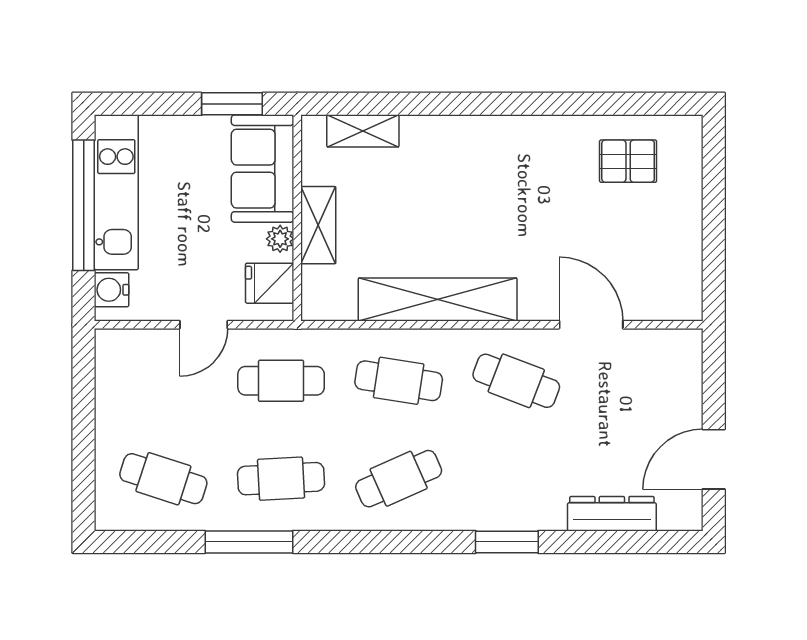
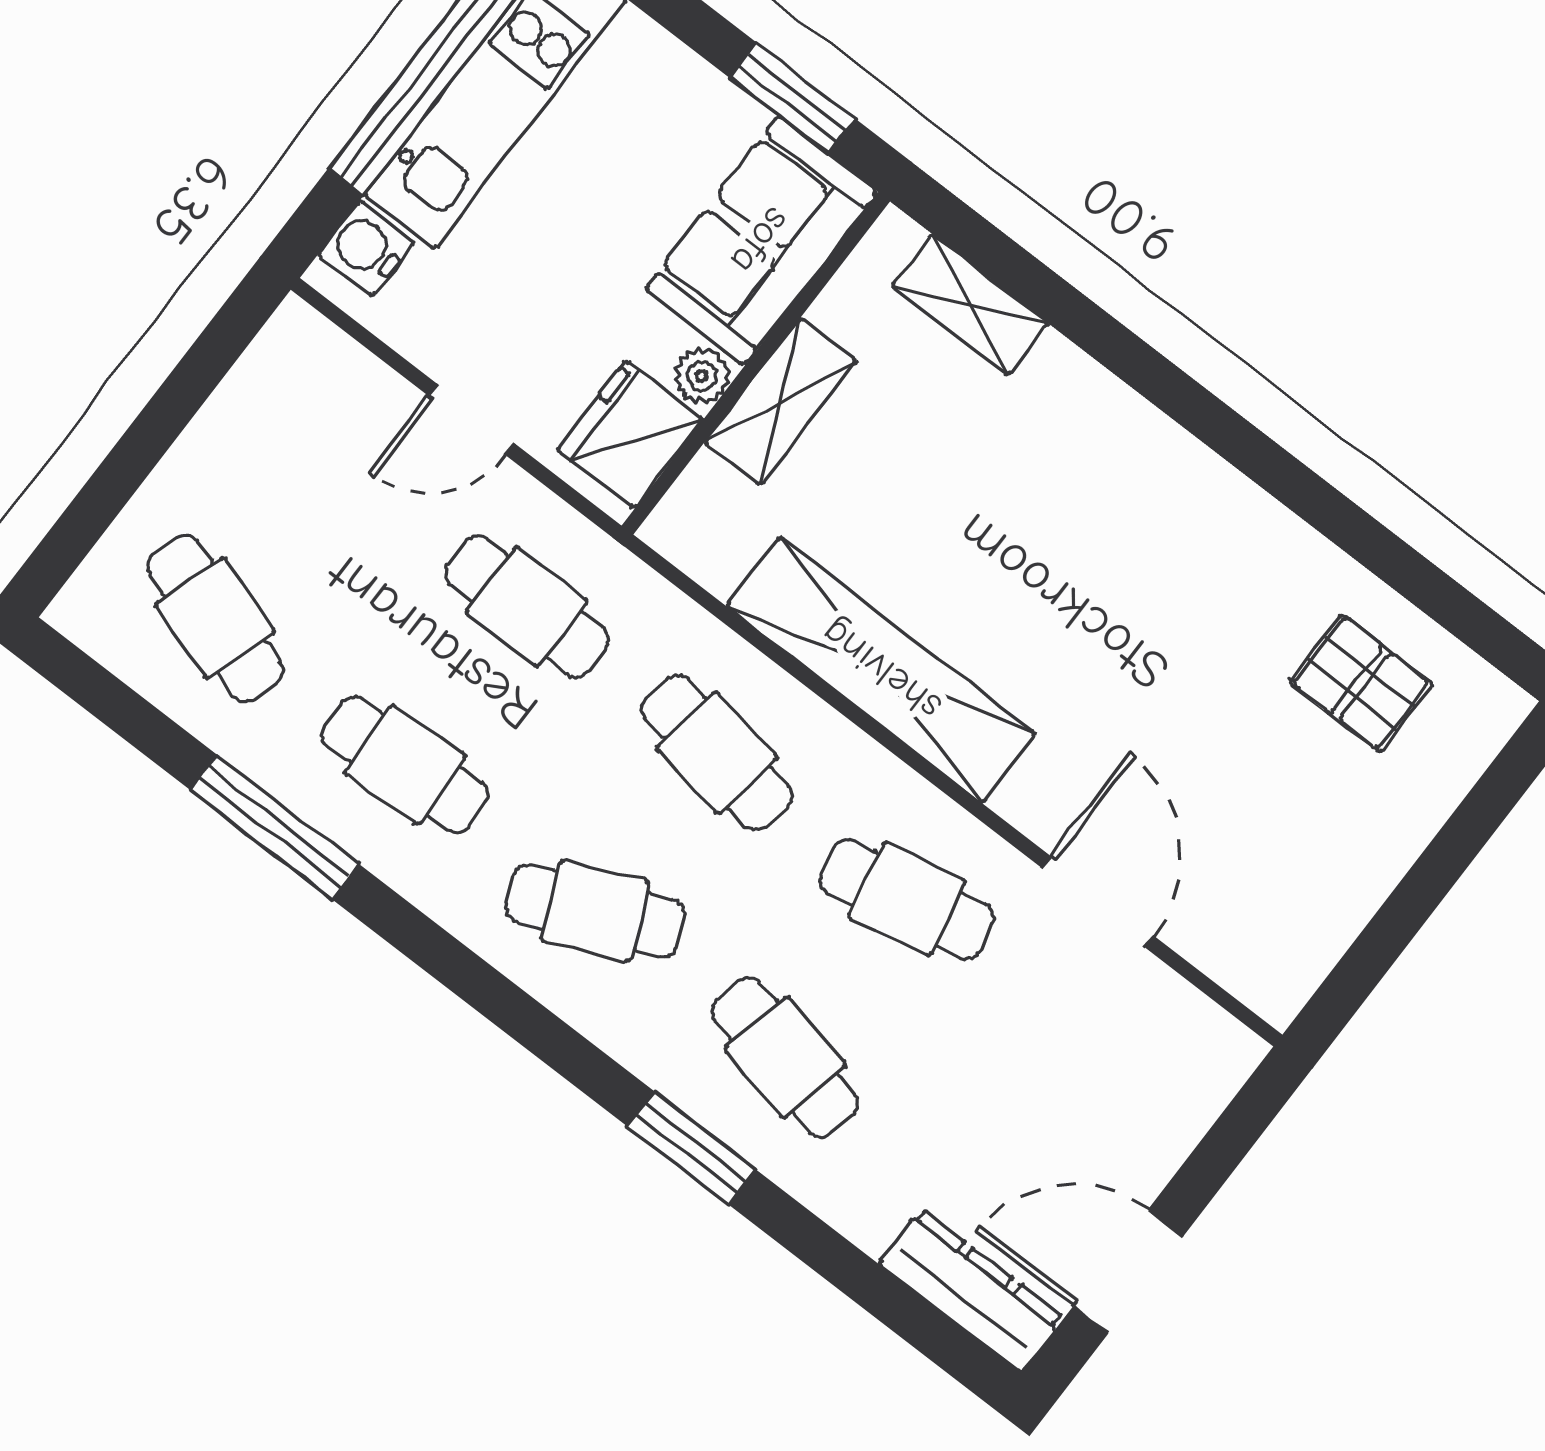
fridge: (270, 283) -> (630, 435), width x1.38
cafe table: (516, 381) -> (907, 899), turned -33
cafe table: (516, 479) -> (785, 1057), added
dresser: (612, 514) -> (971, 1291), moved

